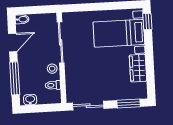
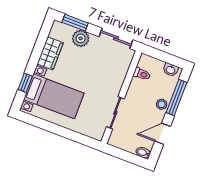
window: (147, 22) -> (25, 83), moved
sliding door: (61, 42) -> (115, 113), width x0.73
stool: (52, 69) -> (162, 104), moved
plant: (118, 92) -> (81, 38), added

